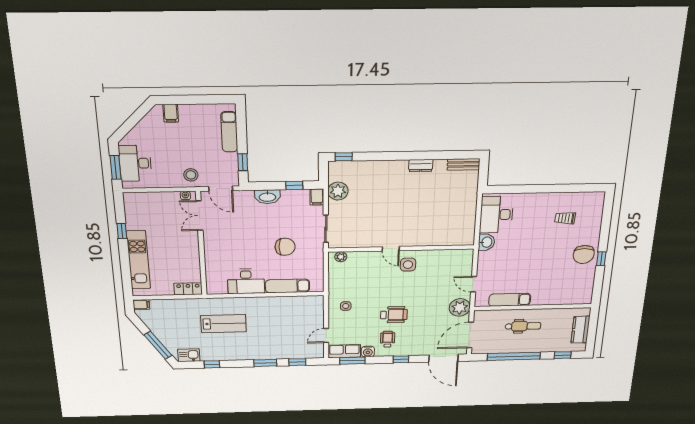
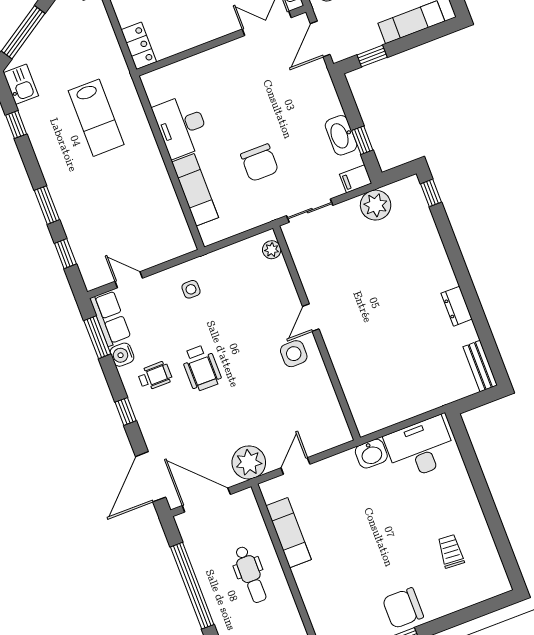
washbasin: (267, 197) -> (341, 135), moved

